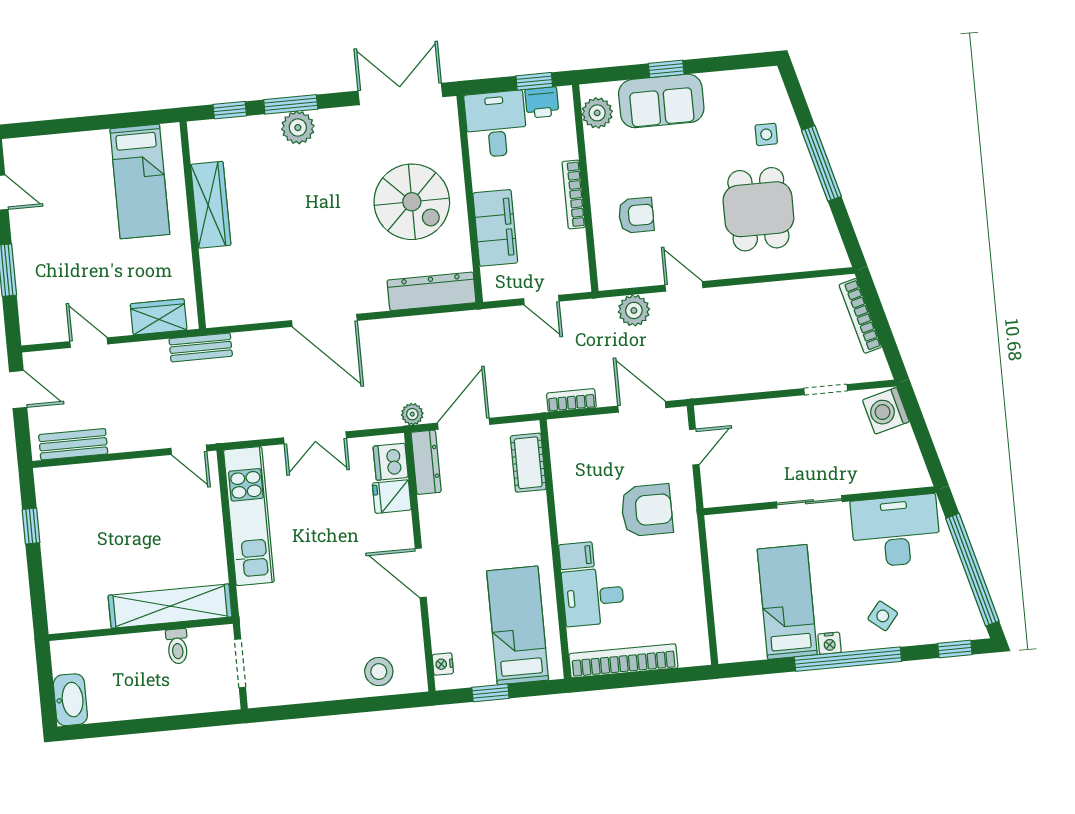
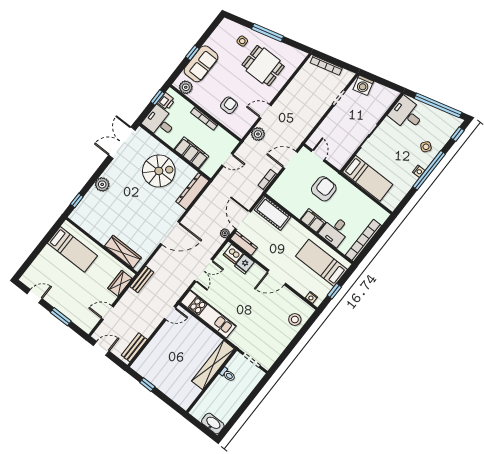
window: (291, 104) -> (93, 180), removed
wardrobe: (211, 205) -> (123, 252), moved
cot: (528, 463) -> (273, 213), width x1.37, depth x1.34
desk: (896, 531) -> (407, 114), width x0.73
filing cabinet: (576, 556) -> (313, 221), width x2.00
bed: (787, 602) -> (368, 178), moved, turned 180

